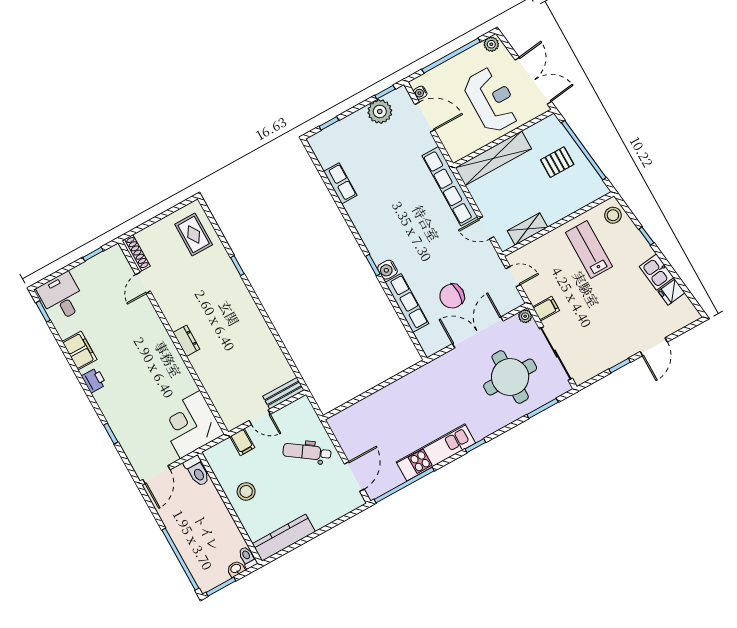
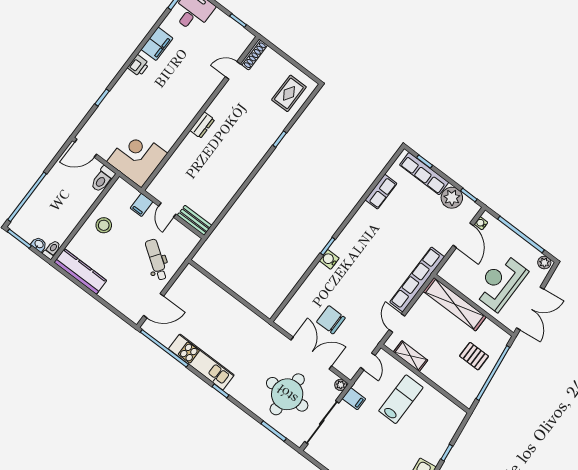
reception desk: (492, 100) -> (500, 282), turned 180
stool: (613, 215) -> (452, 419), removed
lab bench: (589, 250) -> (401, 399), moved
row of seats: (407, 303) -> (424, 174), moved, turned 90

